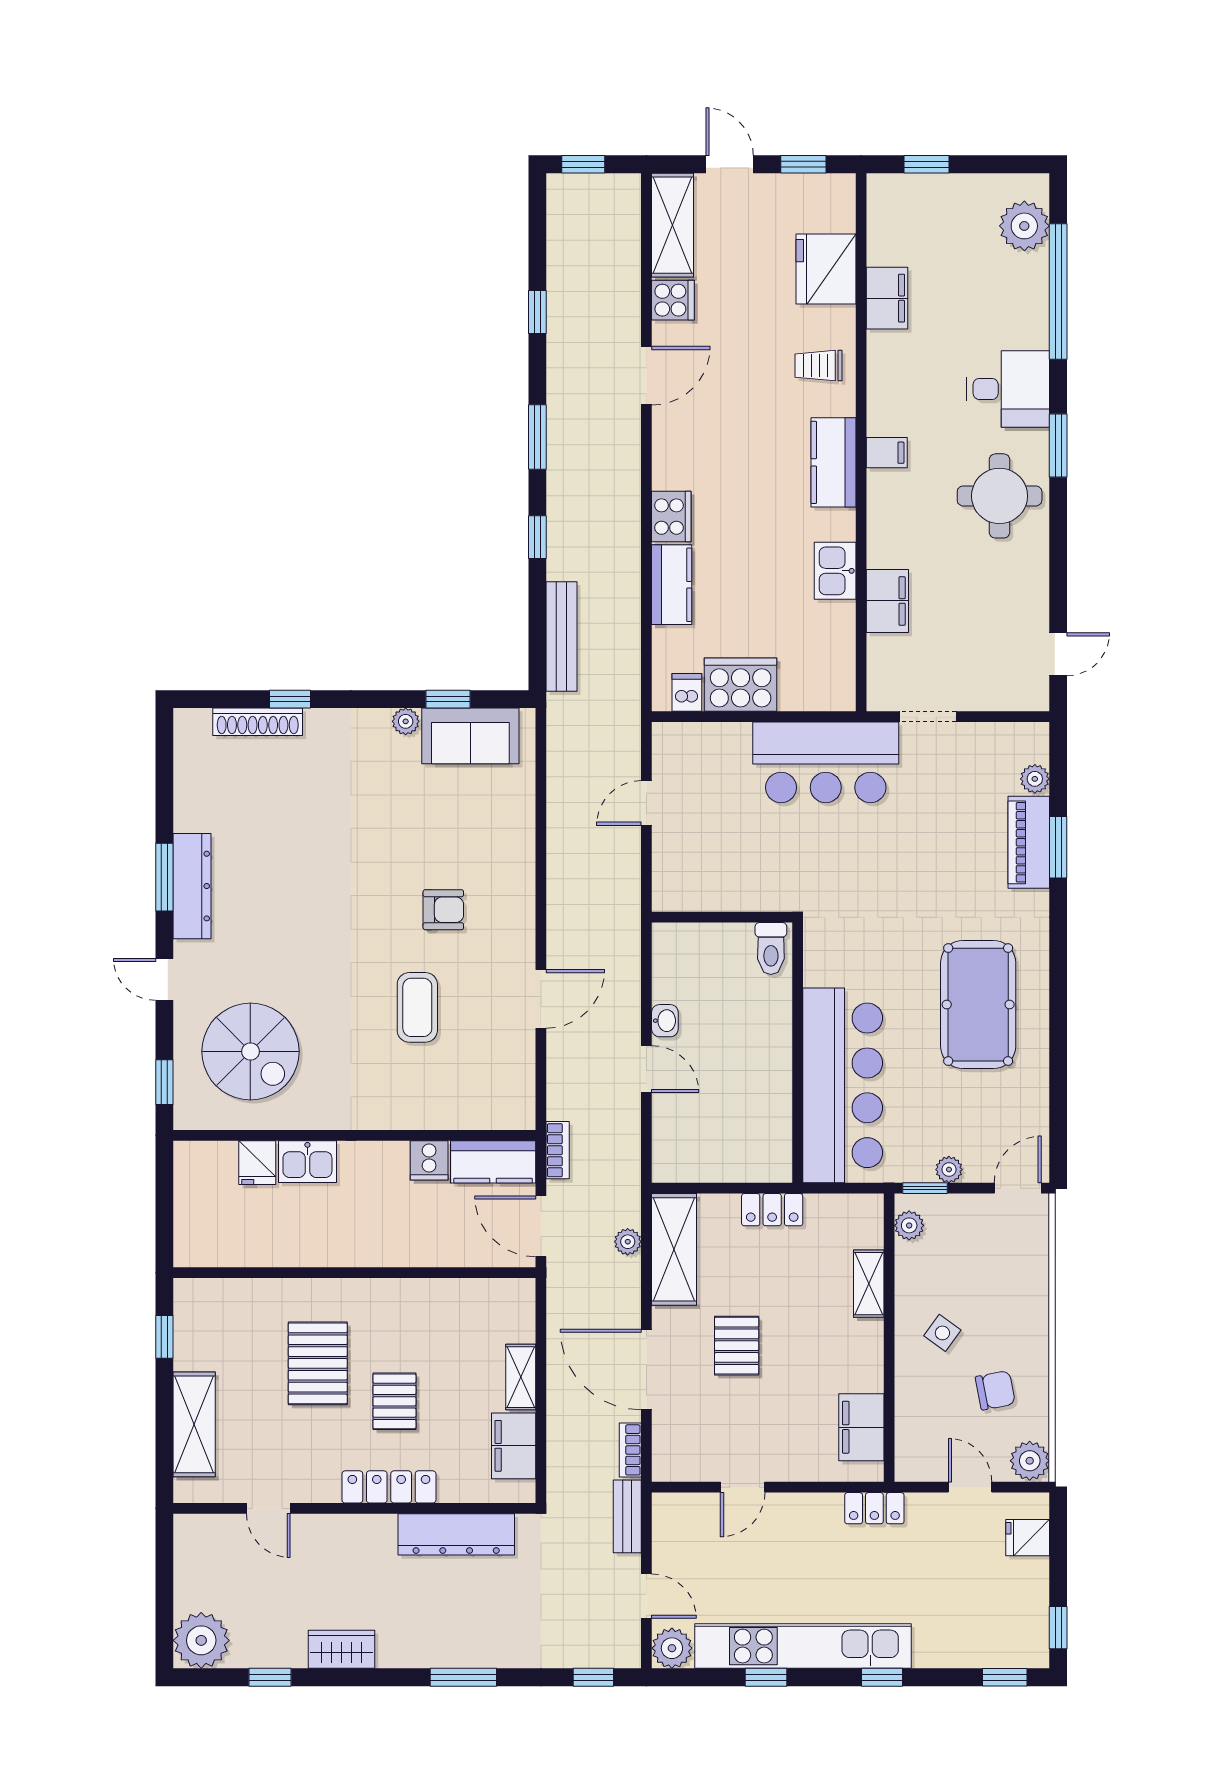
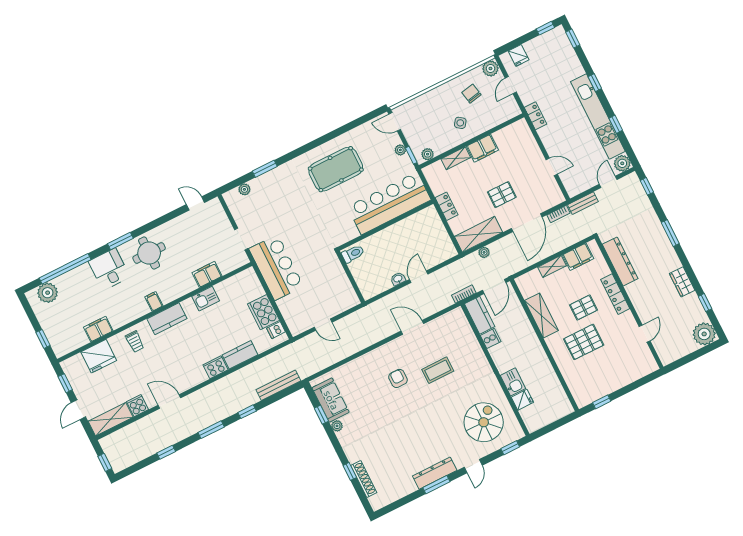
piano: (1029, 842) -> (268, 180), removed
shelving: (194, 1424) -> (541, 316), moved, turned 90
filing cabinet: (861, 1427) -> (482, 148), moved

